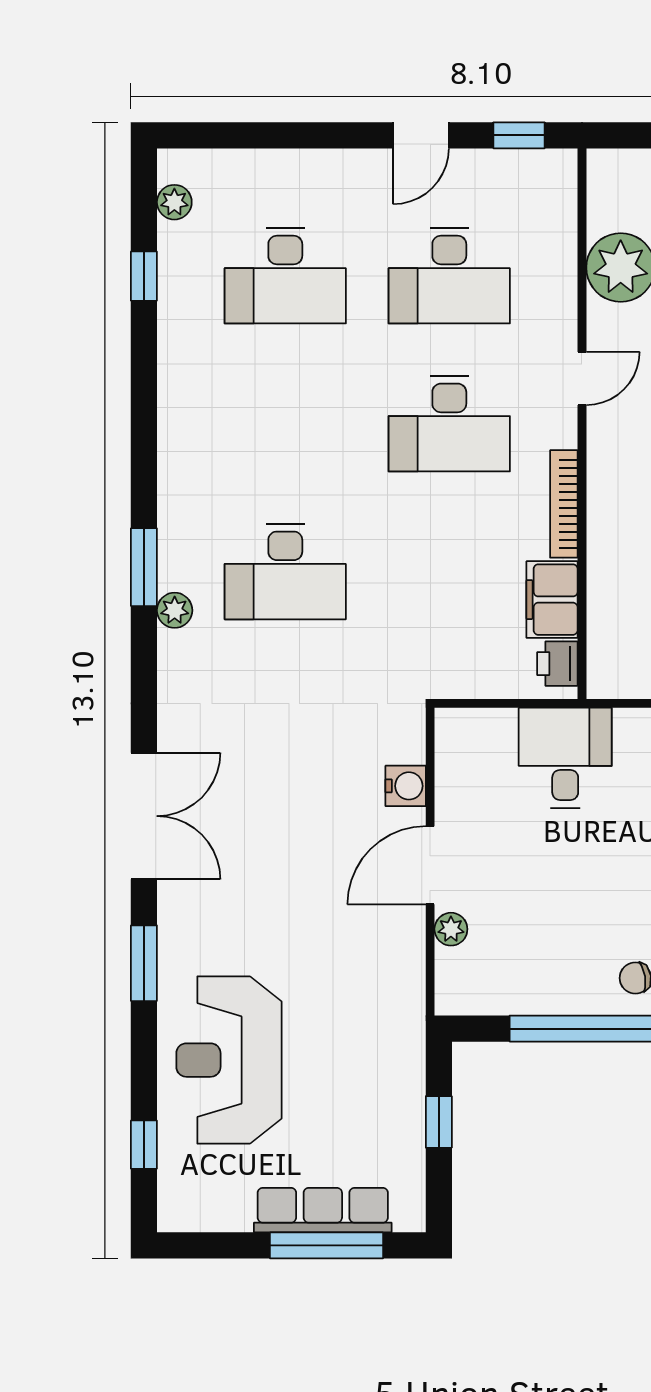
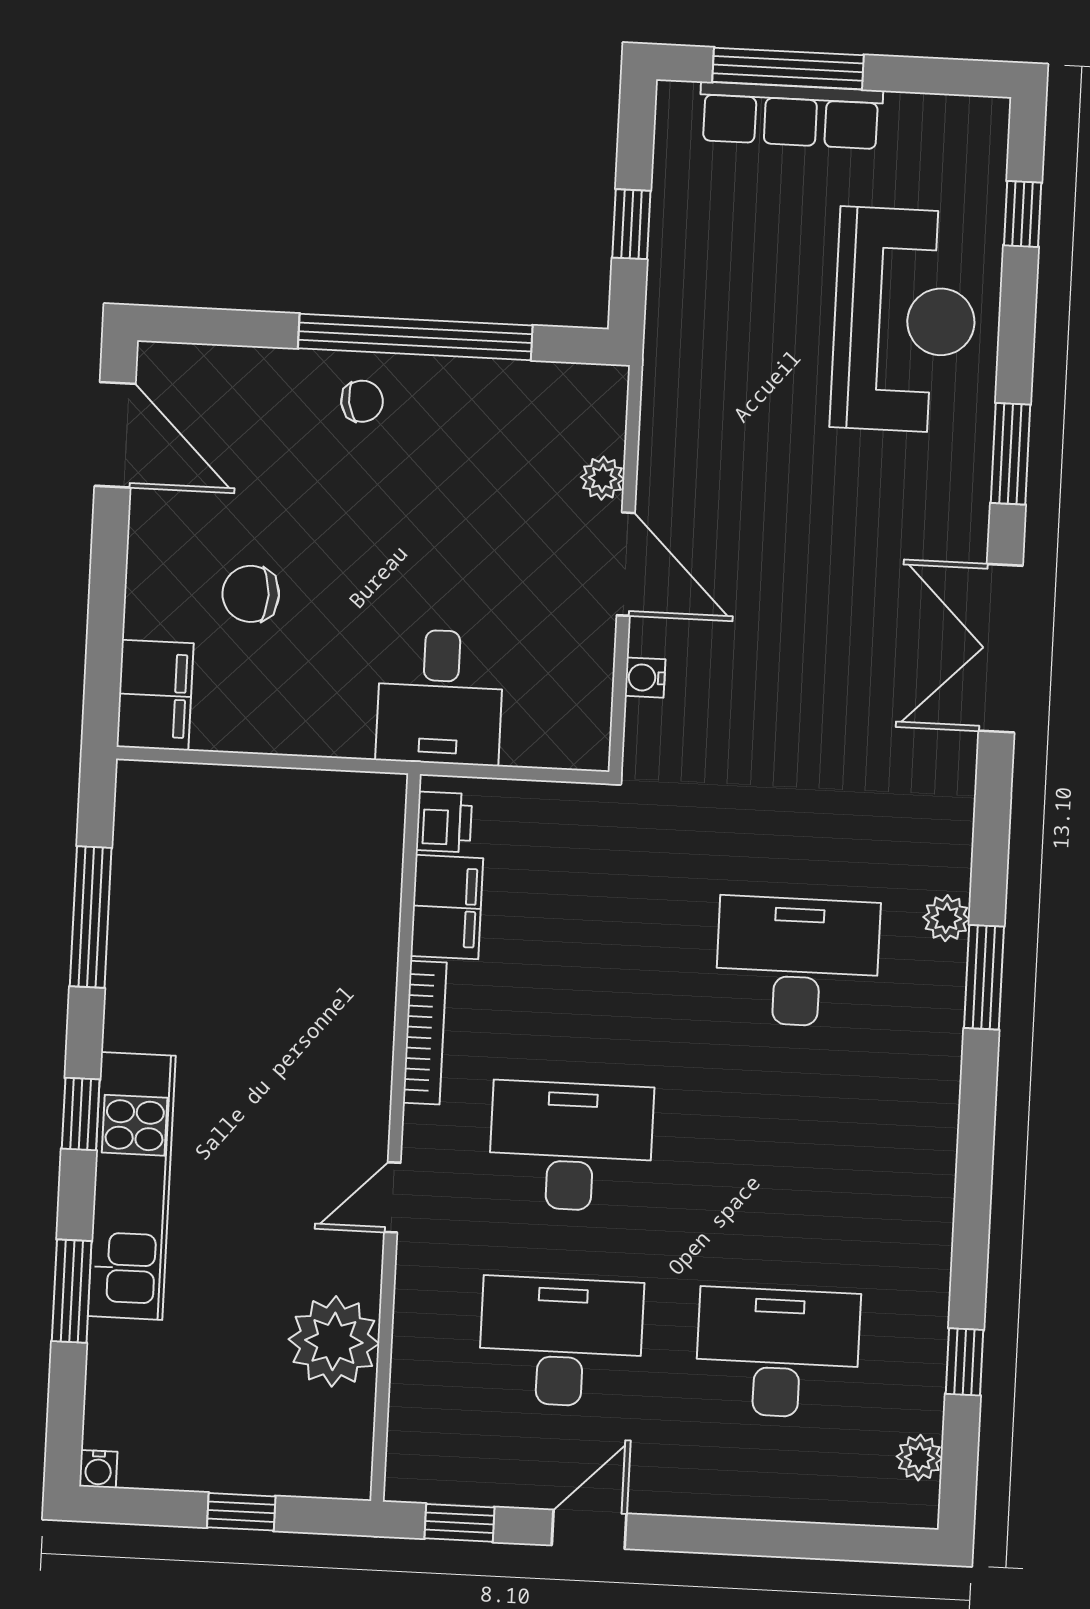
water cooler: (406, 786) -> (645, 678), width x0.72, depth x0.72
door: (430, 865) -> (626, 564), hinge flipped

